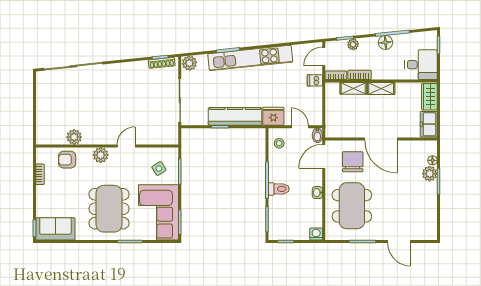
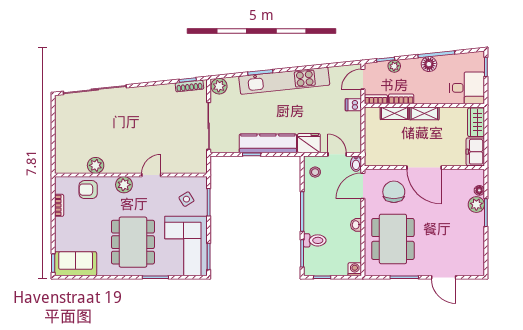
toilet: (279, 189) -> (315, 240), moved

